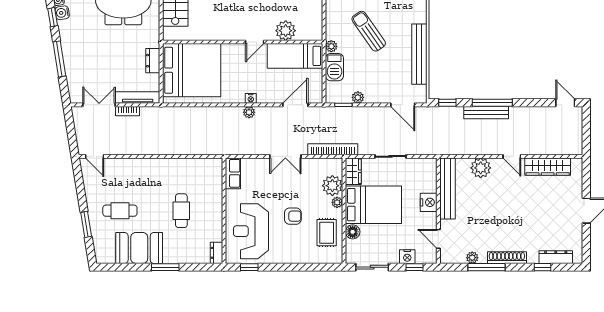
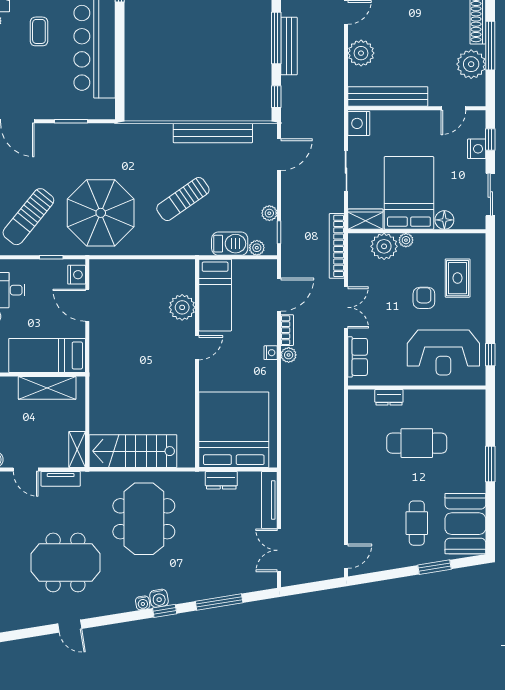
door: (255, 42) -> (197, 348), hinge flipped
plant: (331, 46) -> (257, 248), moved
door: (295, 105) -> (279, 295), swing flipped
bookcase: (128, 111) -> (287, 330), moved
row of seats: (233, 173) -> (358, 357), moved, turned 90
nightstand: (429, 202) -> (359, 123), moved, turned -90
cafe table: (181, 211) -> (417, 443), width x1.37, depth x1.35
rug: (327, 233) -> (458, 278), moved, turned 90
booth: (139, 248) -> (465, 524), moved
dresser: (217, 253) -> (389, 397), moved
plant: (472, 258) -> (471, 64), width x1.87, depth x1.87

